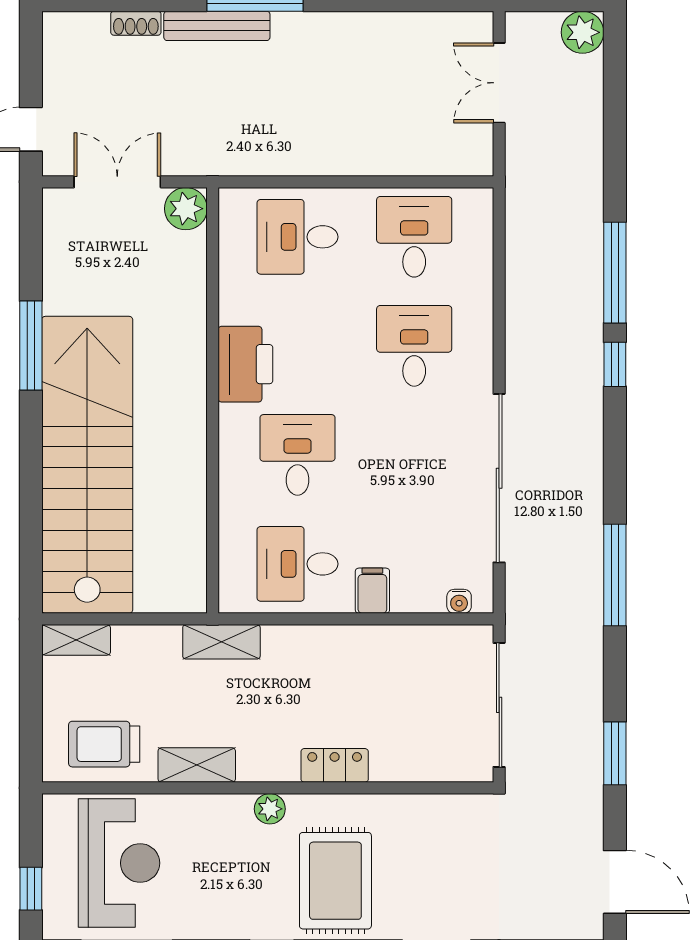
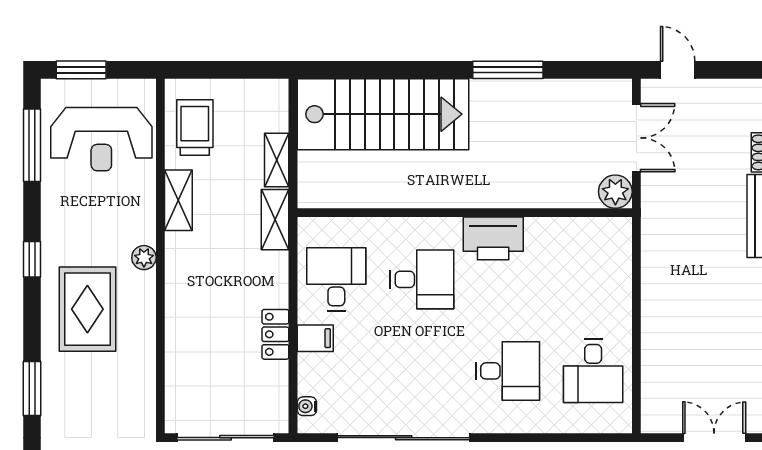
desk: (297, 237) -> (593, 279), removed
desk: (414, 237) -> (593, 371), turned 90
stairs: (87, 465) -> (383, 114), width x0.73
shelving: (76, 640) -> (277, 160), moved
locker: (335, 765) -> (275, 334), moved, turned 180
rug: (335, 881) -> (87, 309), turned 90
window: (31, 889) -> (81, 70), width x1.50

